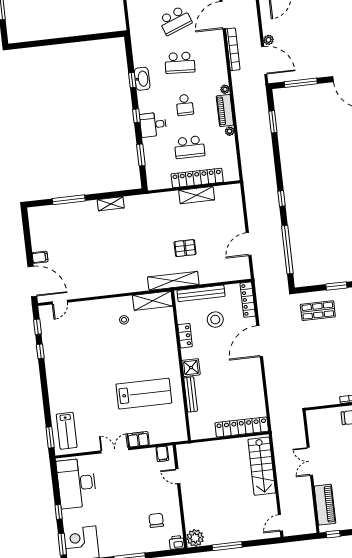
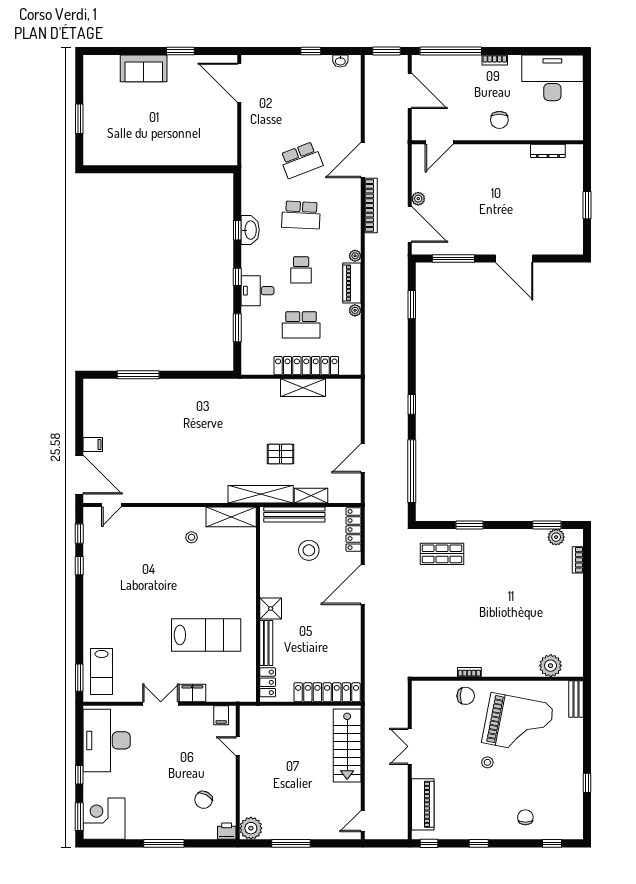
shelving: (111, 204) -> (311, 496), moved
locker: (185, 336) -> (268, 682), moved
chair: (156, 520) -> (204, 800), turned -152

